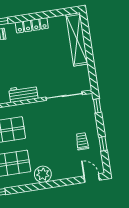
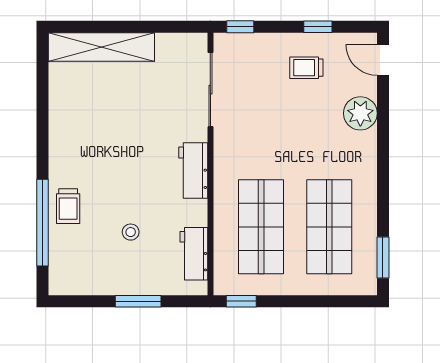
locker: (32, 25) -> (60, 133), removed
plant: (43, 174) -> (360, 113), moved
door: (92, 178) -> (383, 60), hinge flipped

